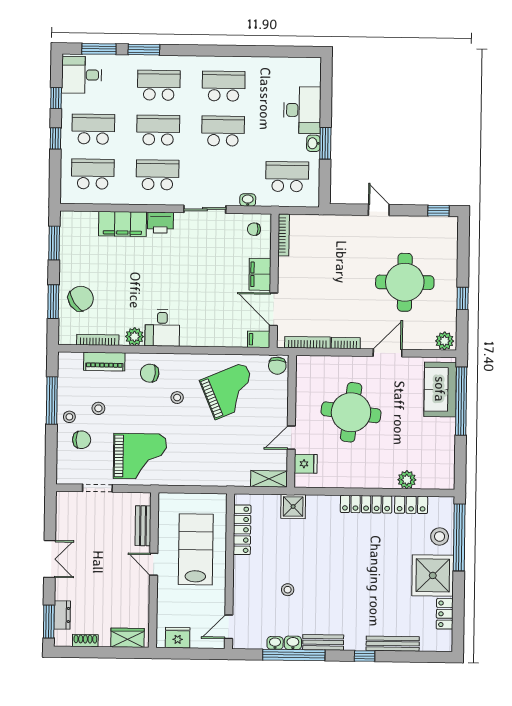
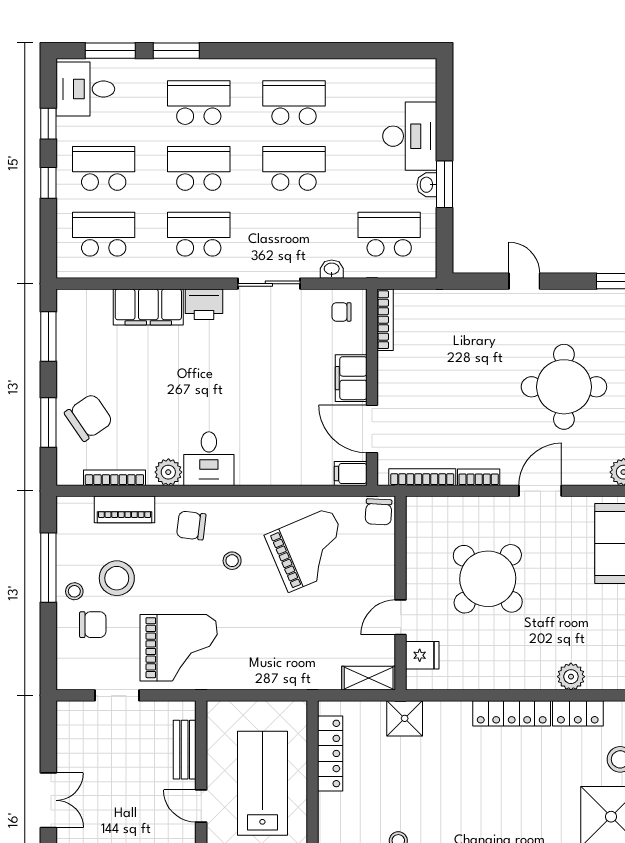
stool: (98, 408) -> (117, 578), width x1.89, depth x1.89
round table: (351, 412) -> (488, 579), turned 37

